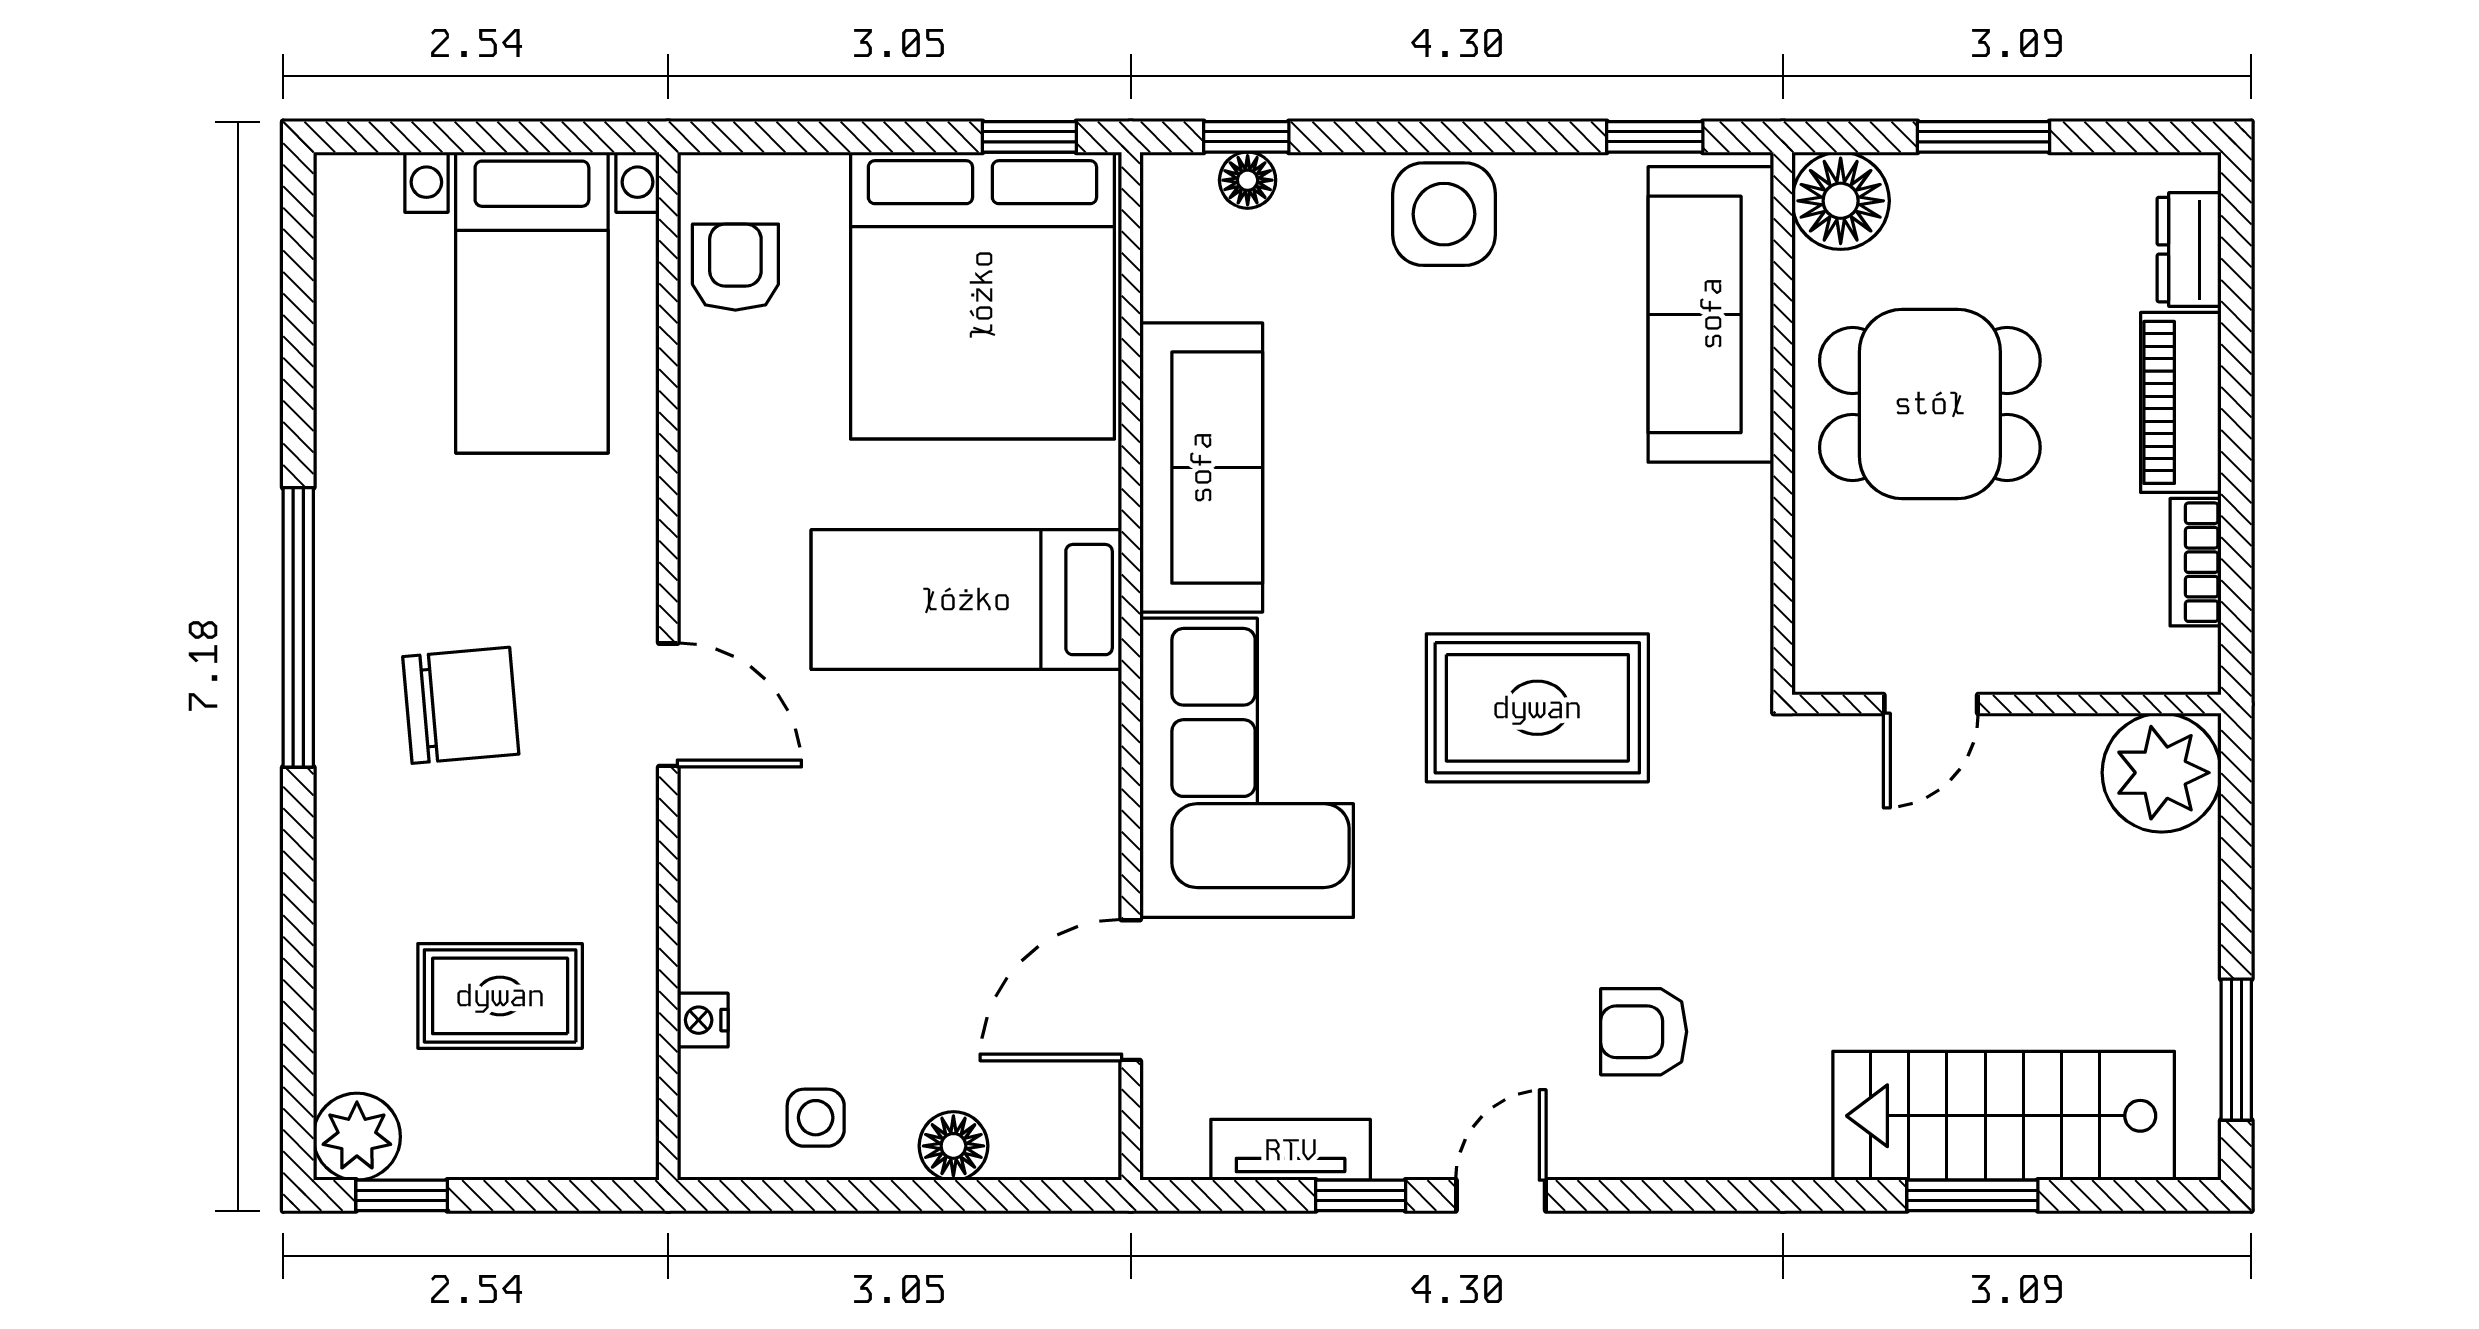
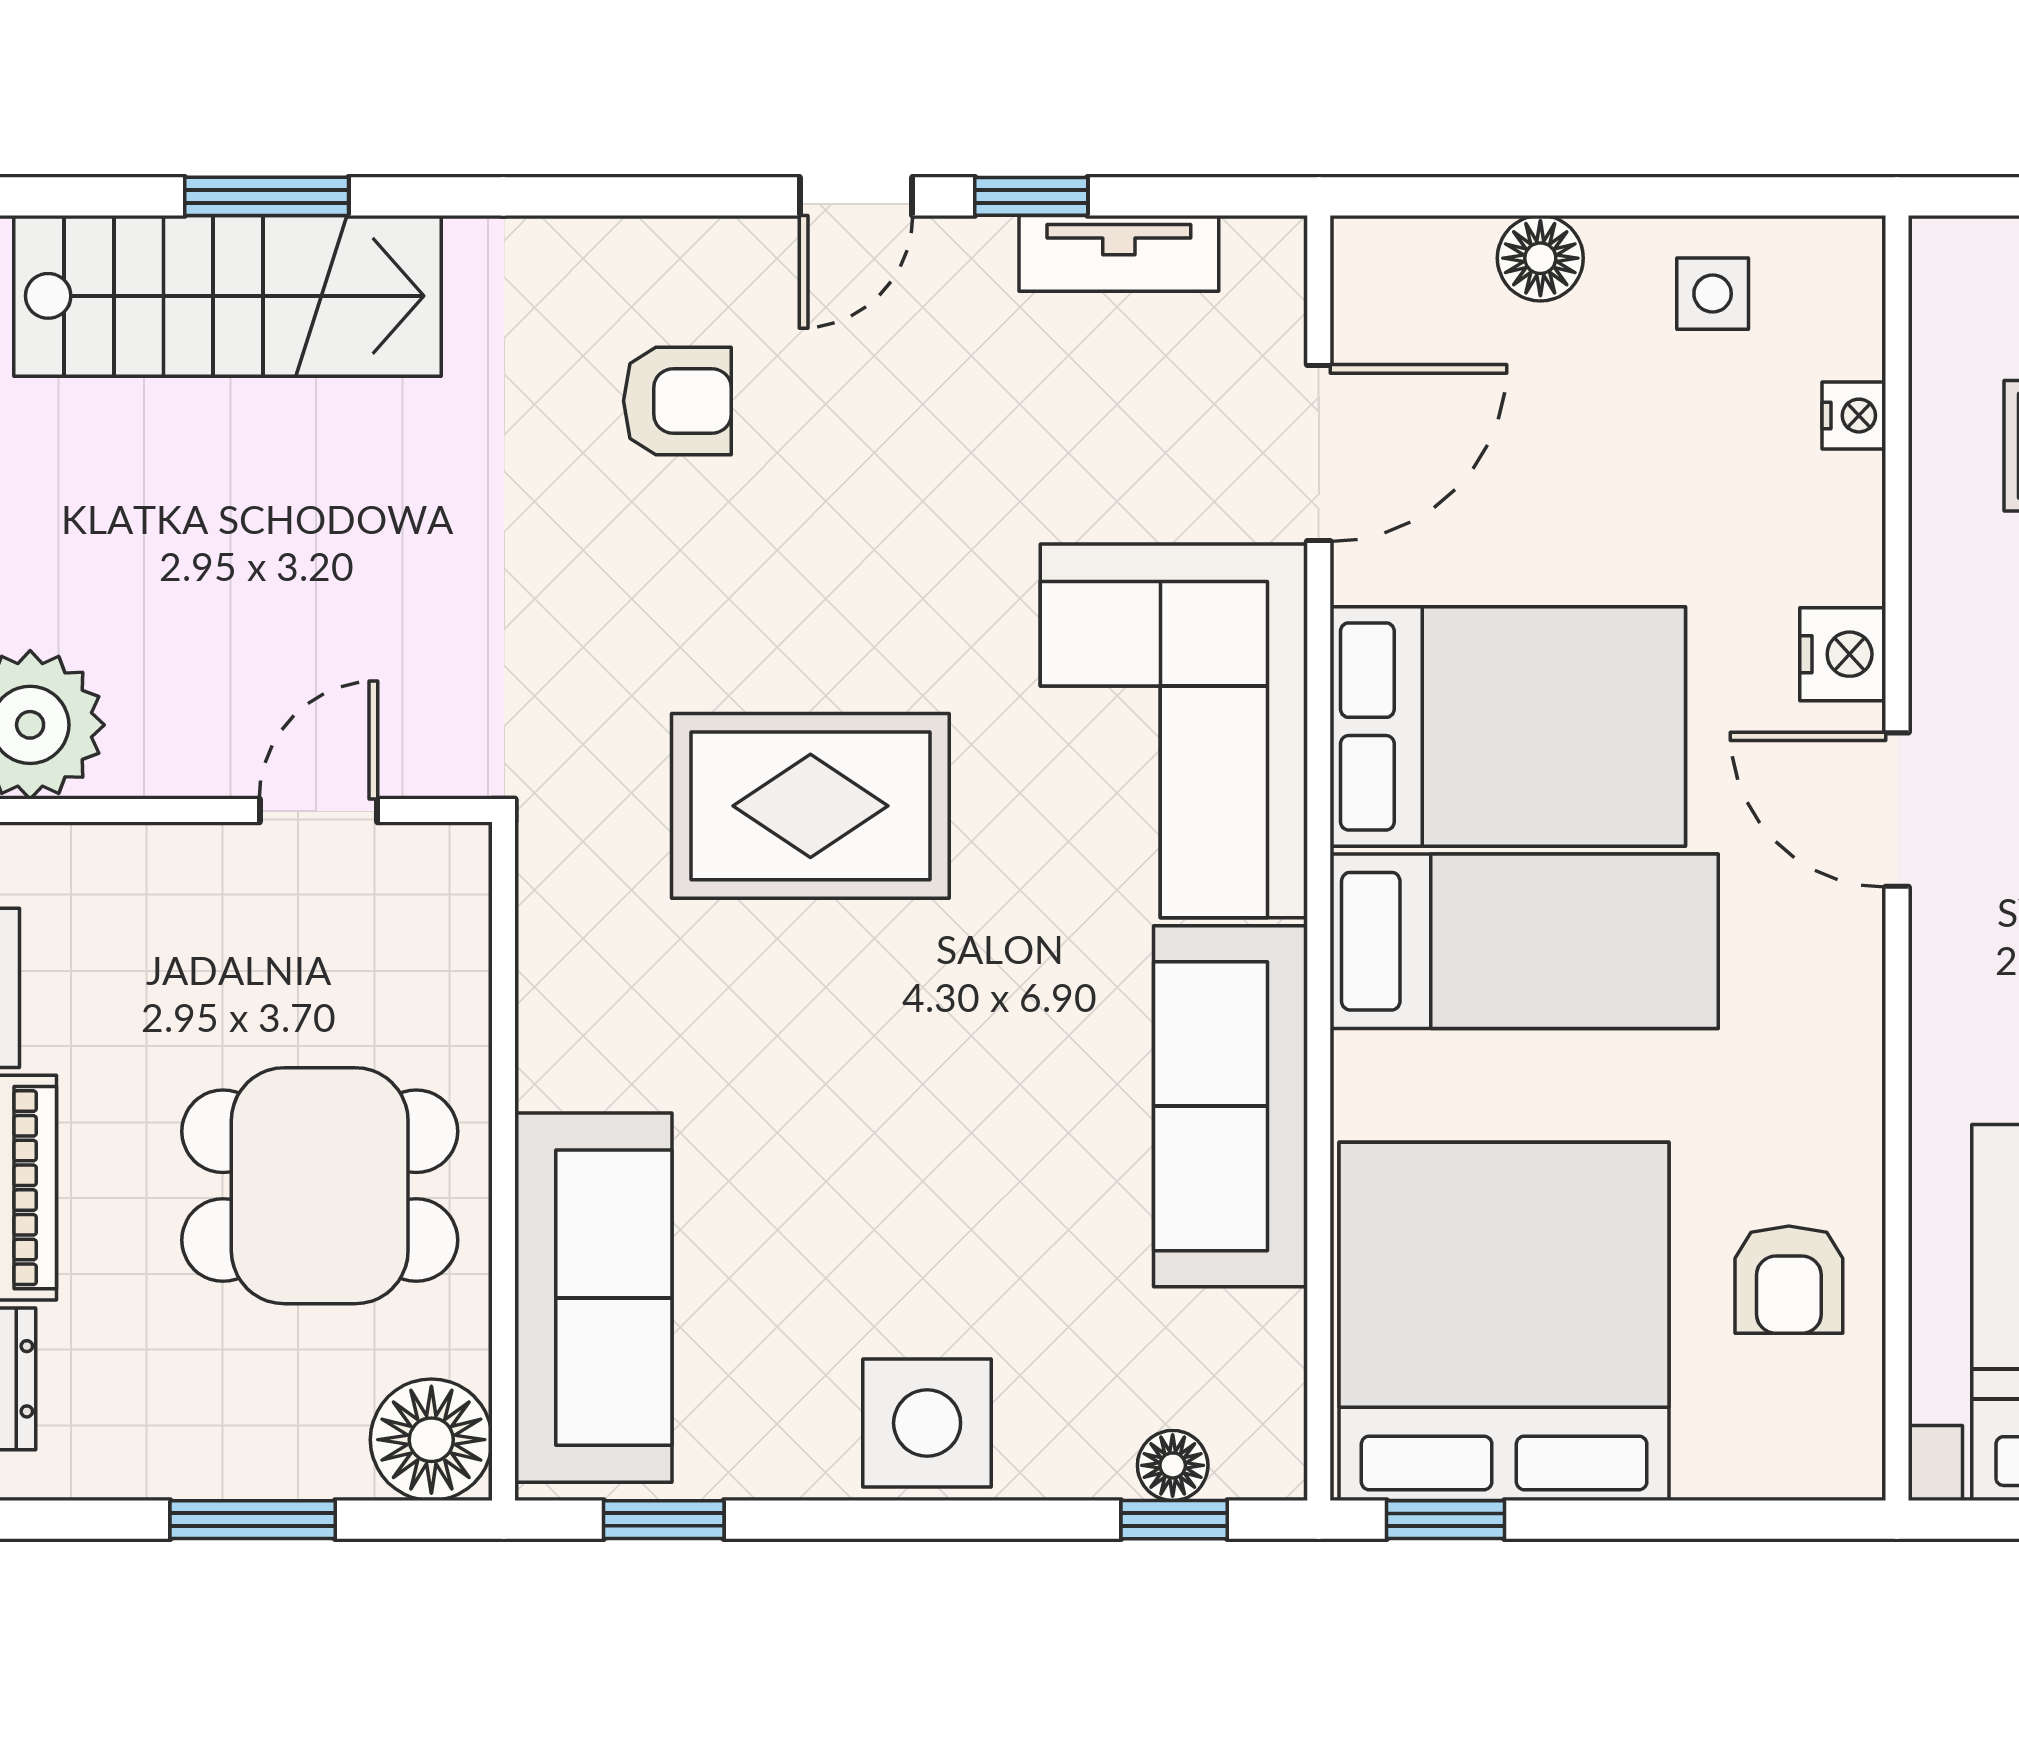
armchair: (735, 267) -> (1789, 1280), moved
bed: (980, 771) -> (1508, 726), added
nightstand: (712, 829) -> (1843, 654), added

